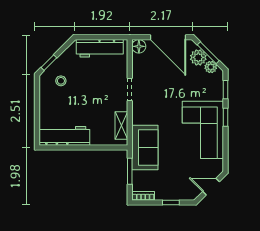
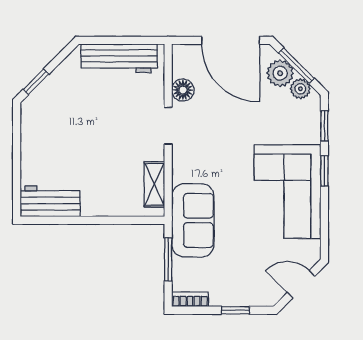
floor lamp: (139, 46) -> (183, 90), moved
stool: (61, 81) -> (56, 111), removed
workbench: (64, 136) -> (50, 201), width x0.73

